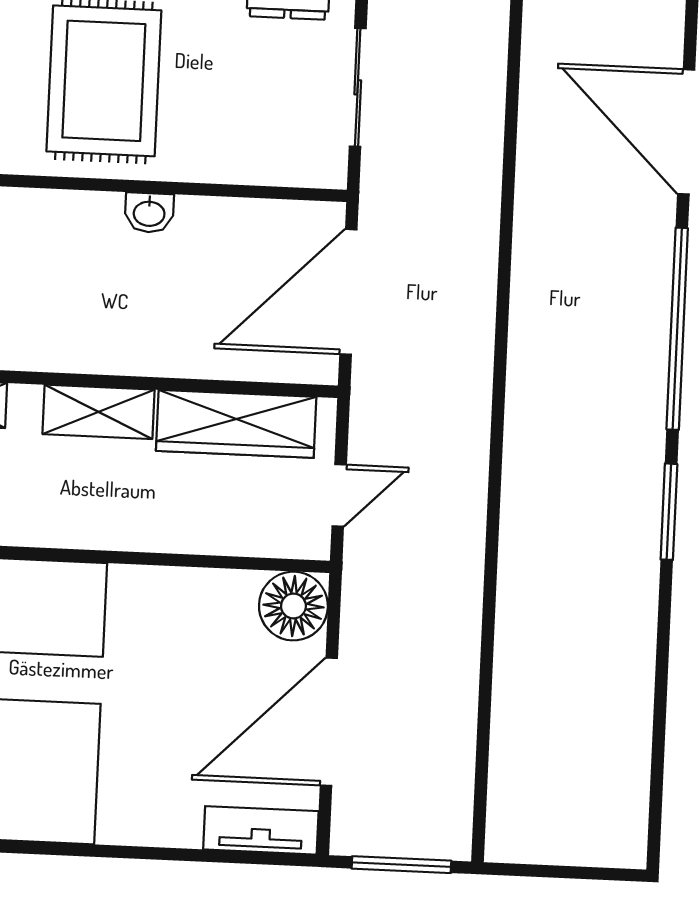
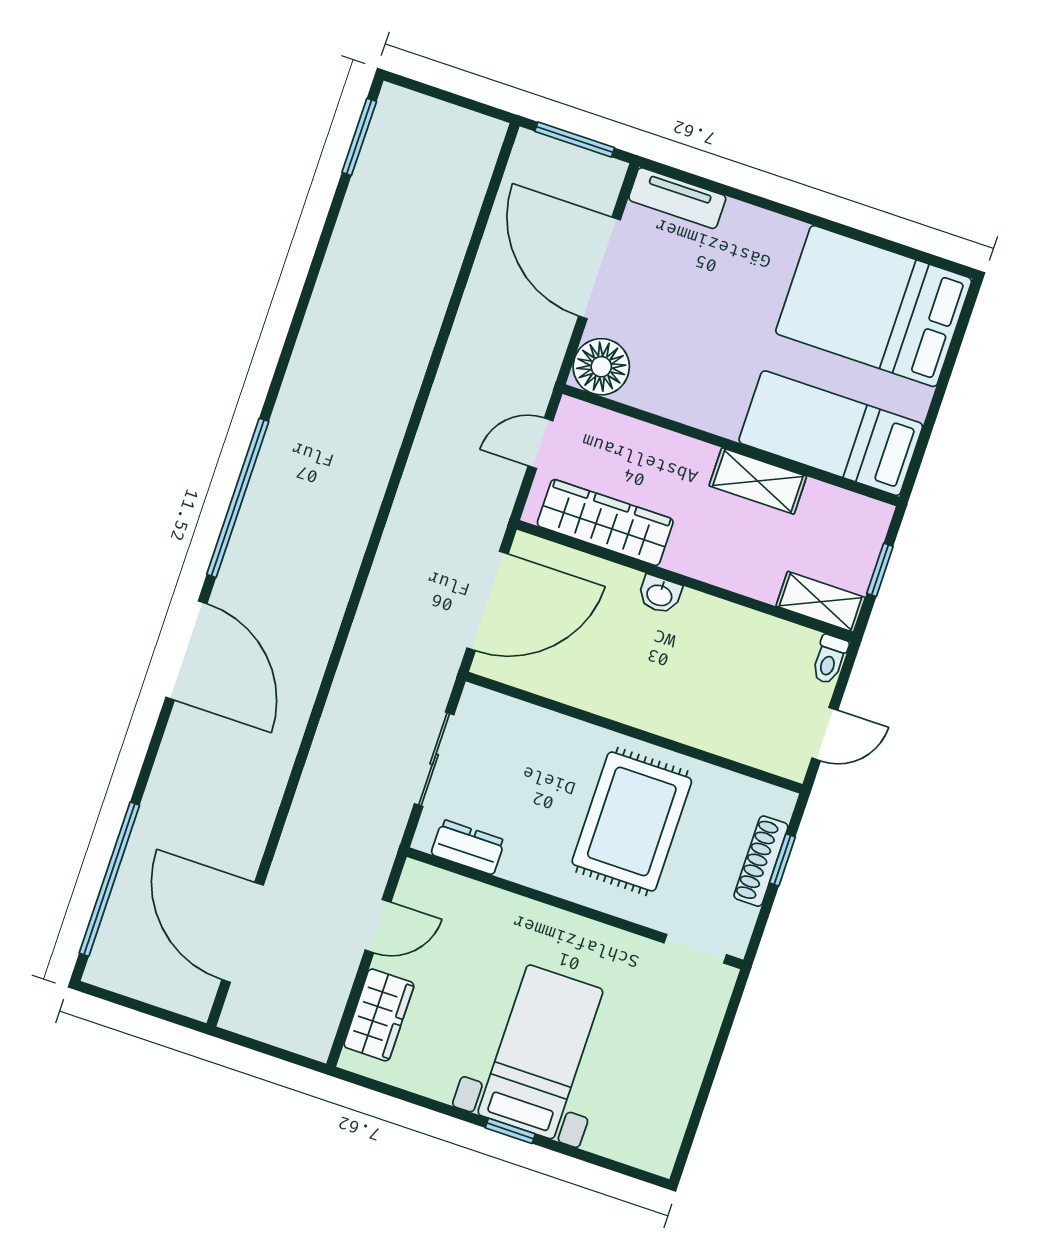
washbasin: (149, 213) -> (660, 594), moved, turned 180
shelving: (98, 412) -> (758, 481), moved
window: (669, 512) -> (359, 137), moved
door: (329, 722) -> (599, 268), swing flipped

